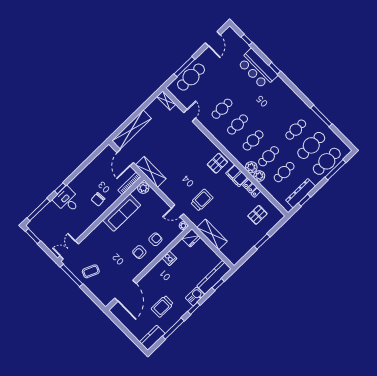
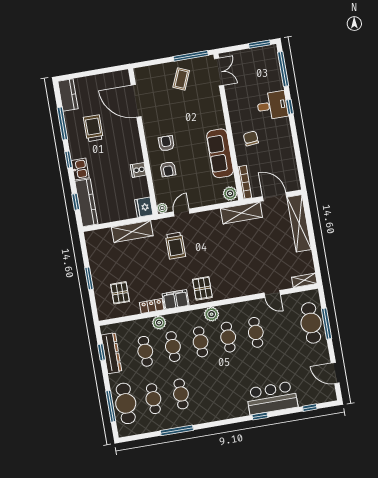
cafe table: (311, 145) -> (153, 399), width x0.73, depth x0.74
plant: (251, 167) -> (212, 314), moved

